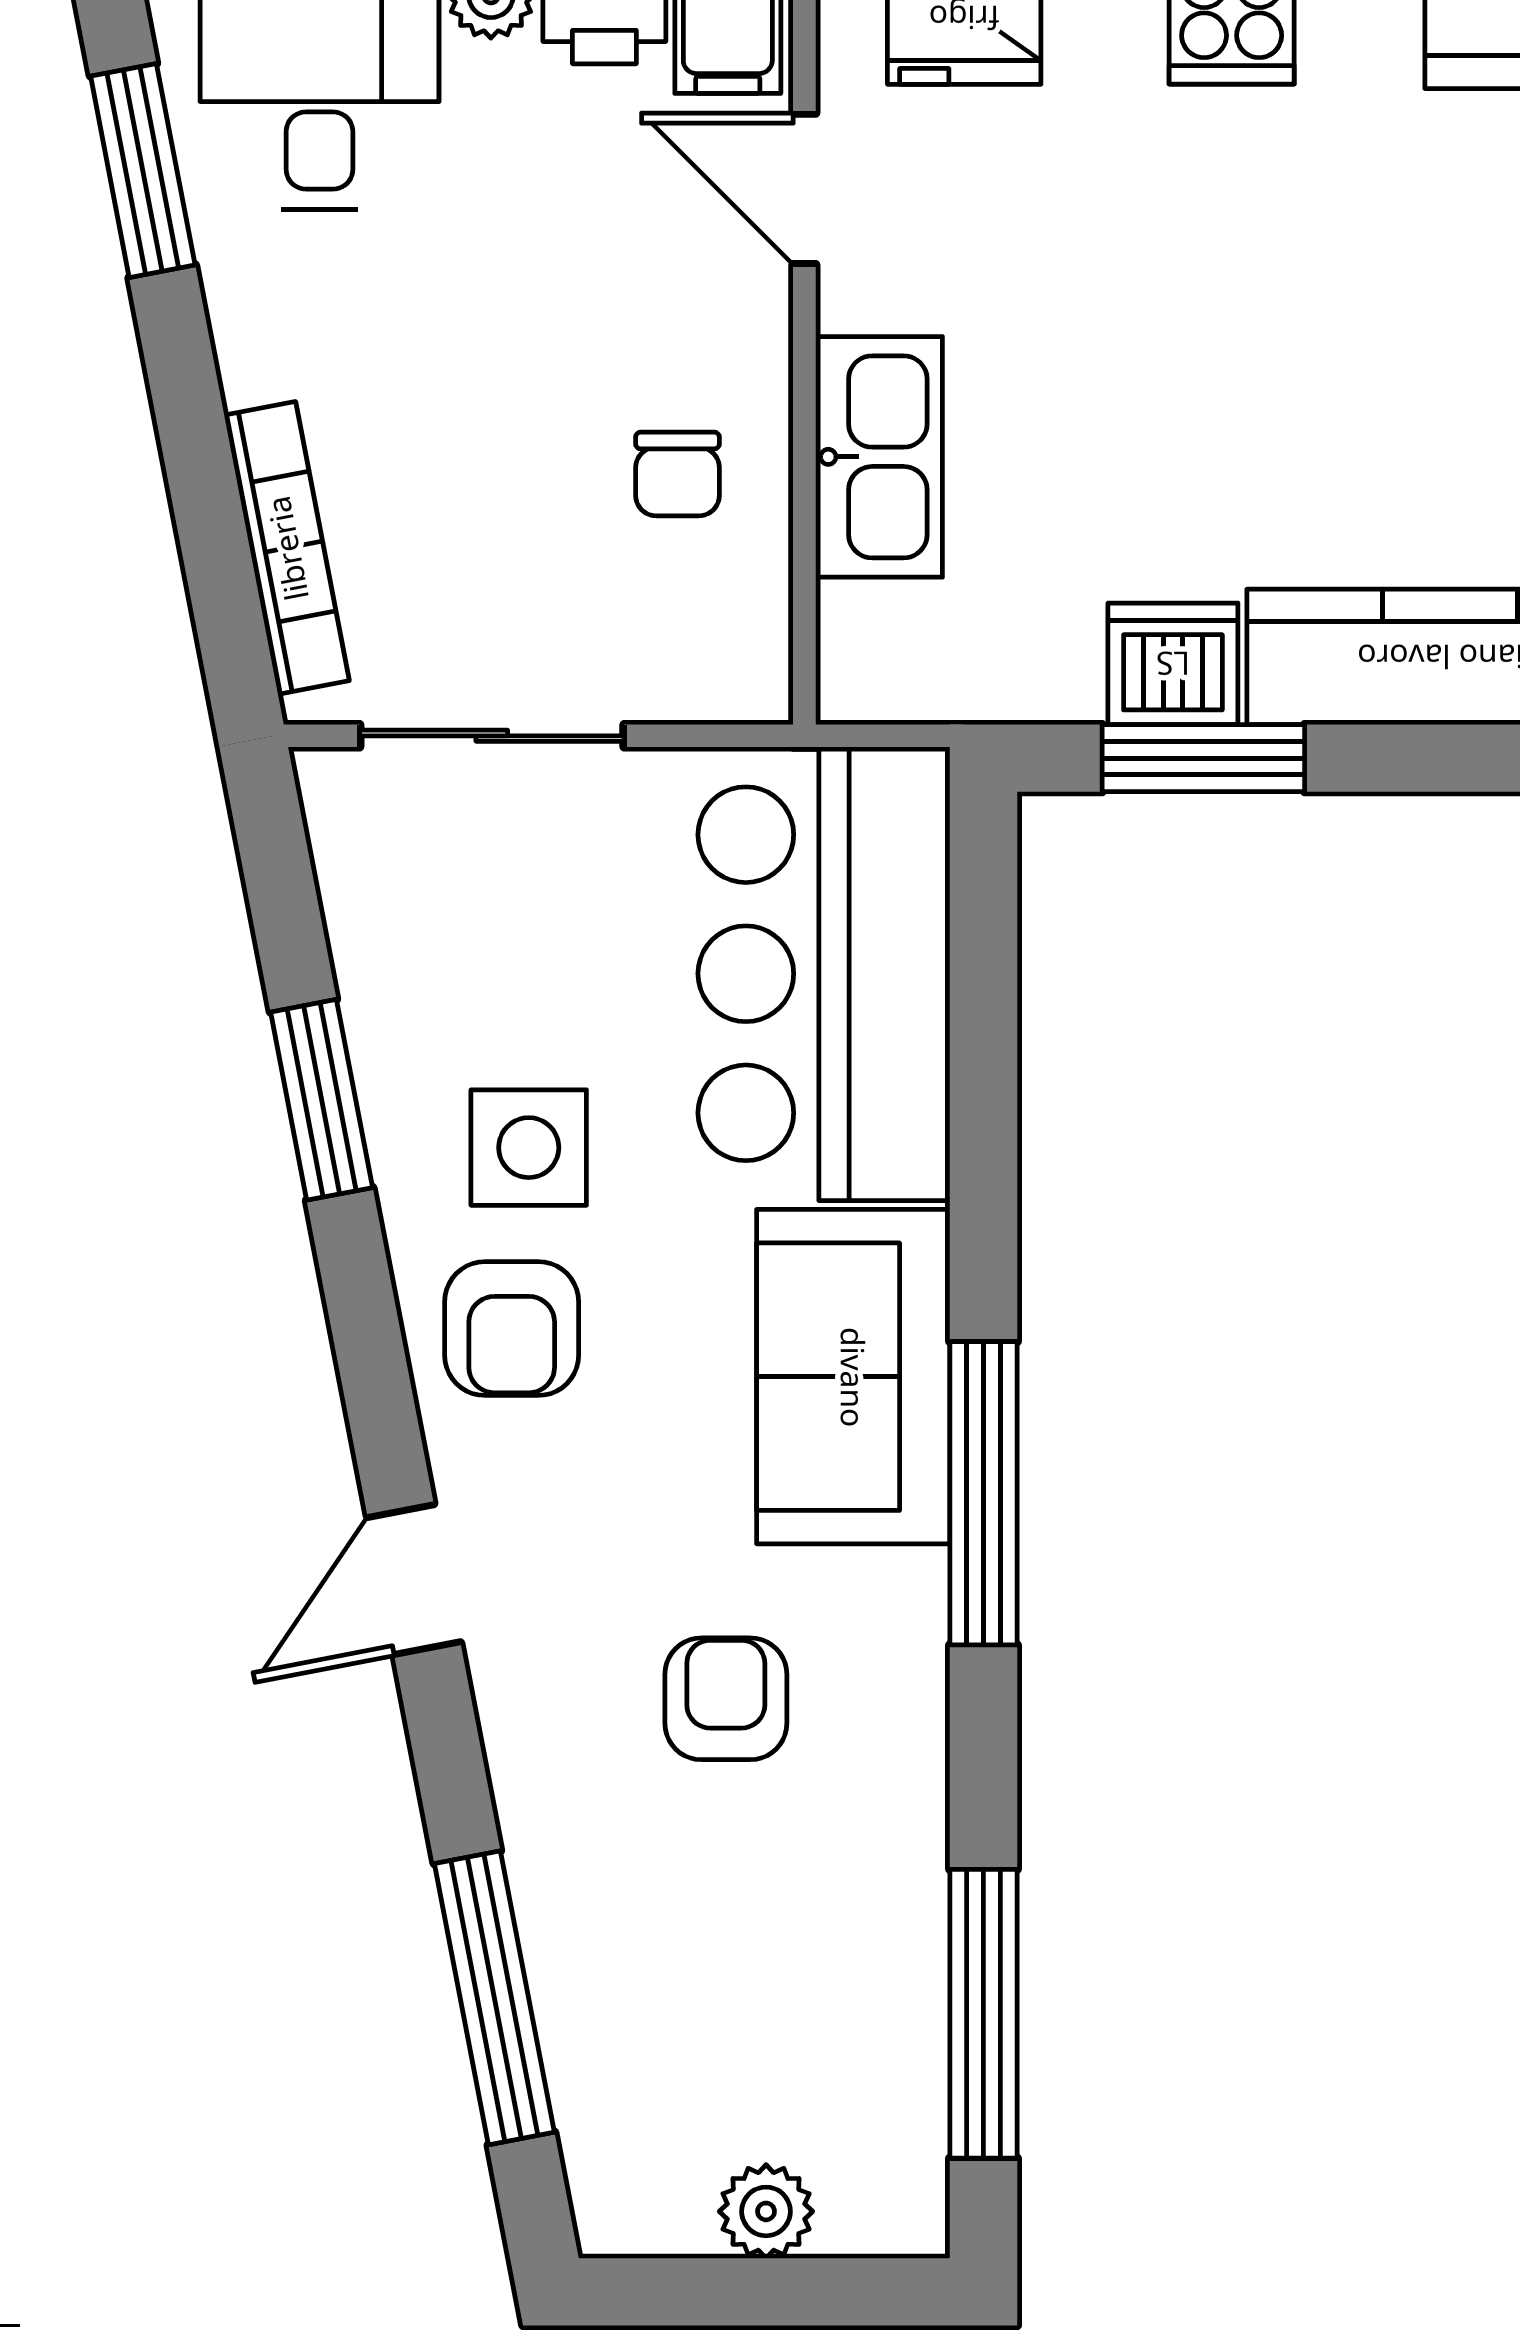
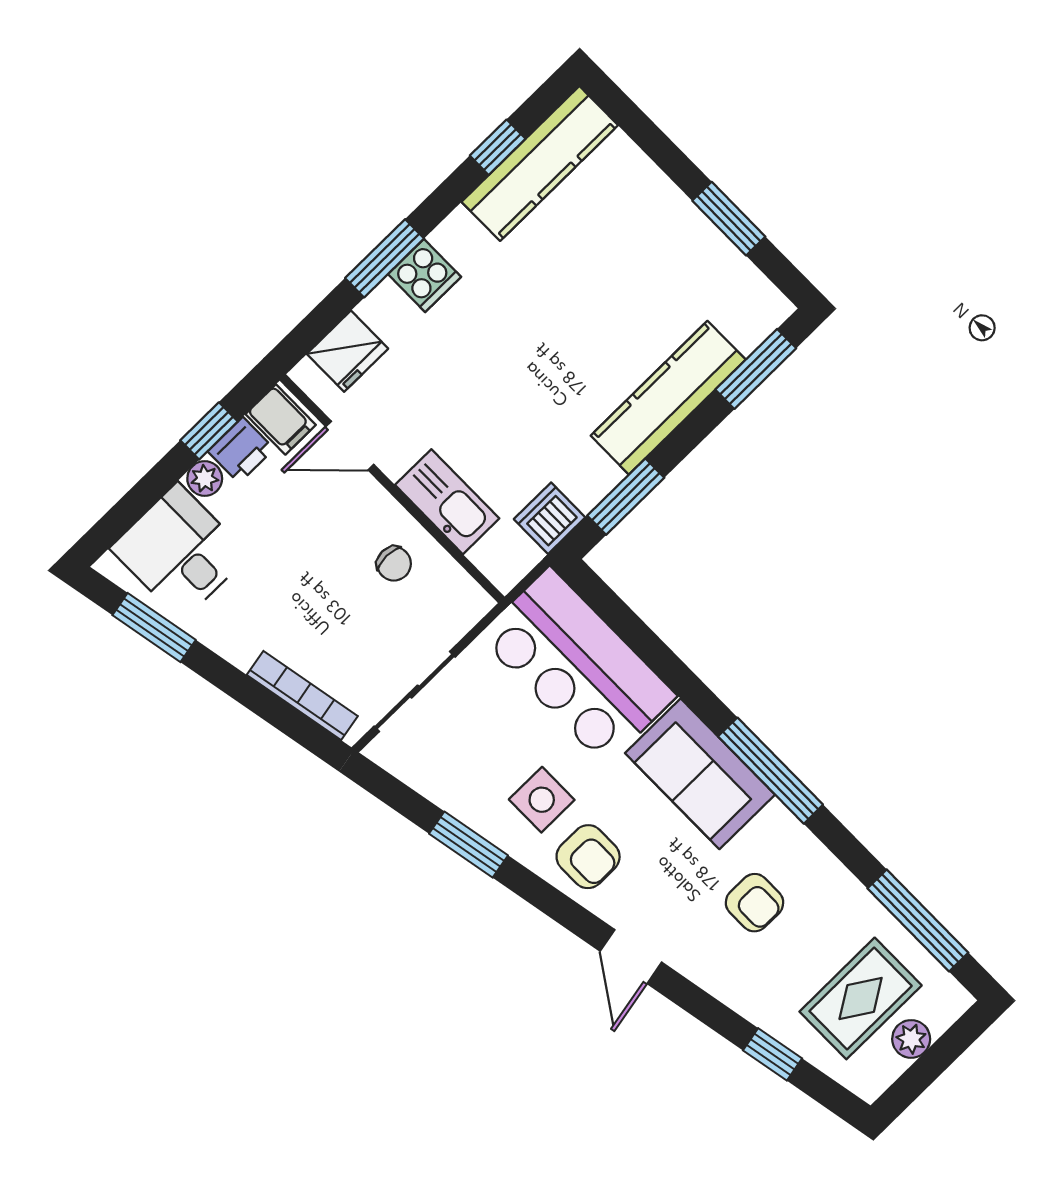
dishwasher: (1173, 664) -> (550, 518), moved
armchair: (726, 1699) -> (754, 903), turned 180
window: (494, 1998) -> (773, 1054), width x0.46
rug: (747, 2052) -> (861, 998), added

